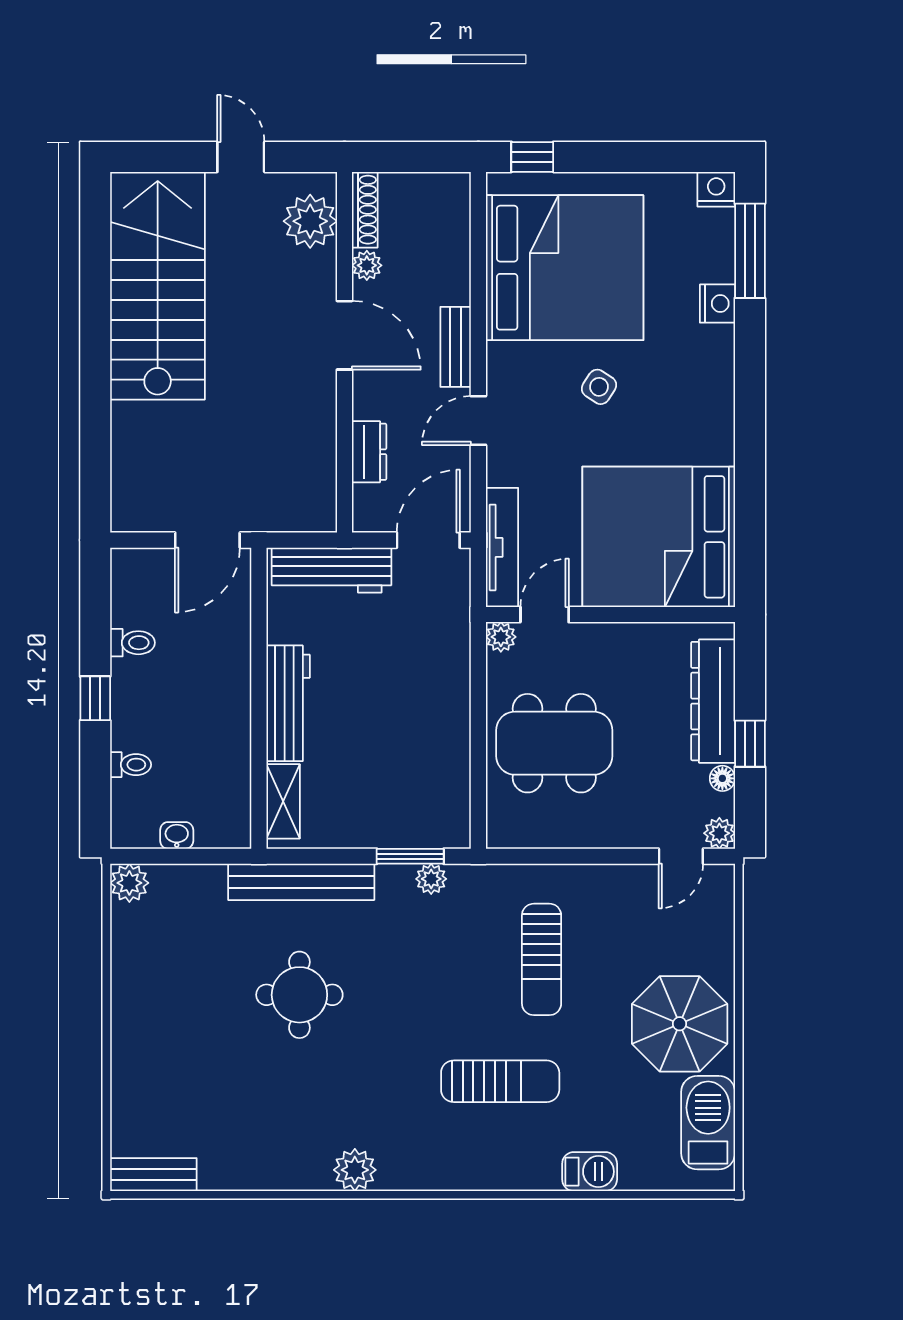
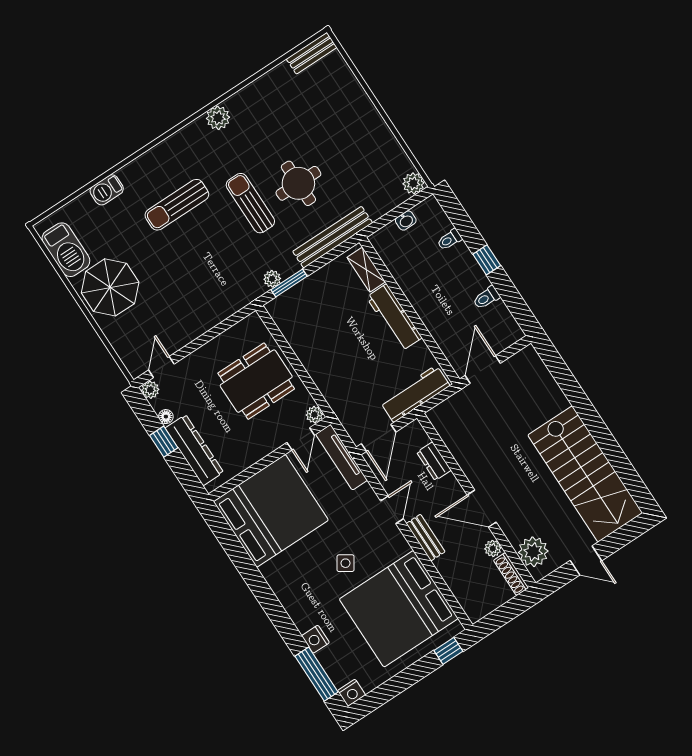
sun lounger: (542, 959) -> (250, 203), moved

